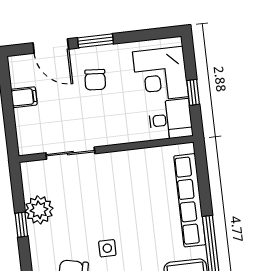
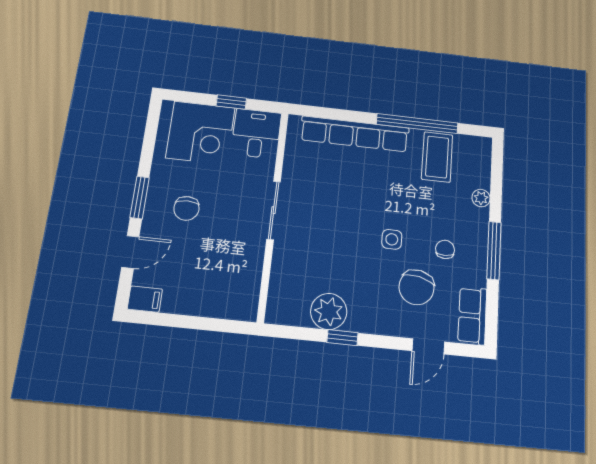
door: (51, 46) -> (130, 252), width x0.73
chair: (95, 80) -> (186, 208), turned 86
filing cabinet: (24, 97) -> (145, 299), moved, turned 90
sliding door: (70, 153) -> (274, 210), moved

